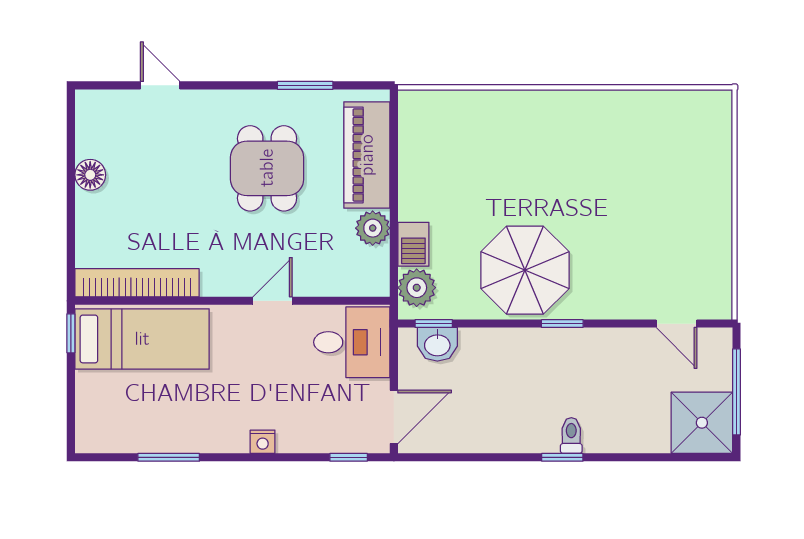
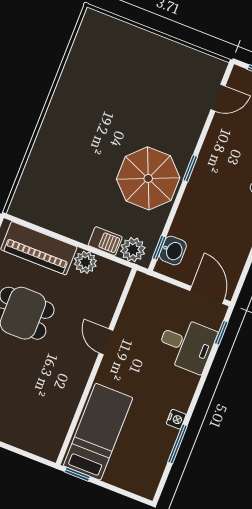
bookcase: (137, 283) -> (62, 421), removed
desk: (352, 342) -> (187, 345), moved, turned 90
nightstand: (263, 442) -> (176, 419), moved

